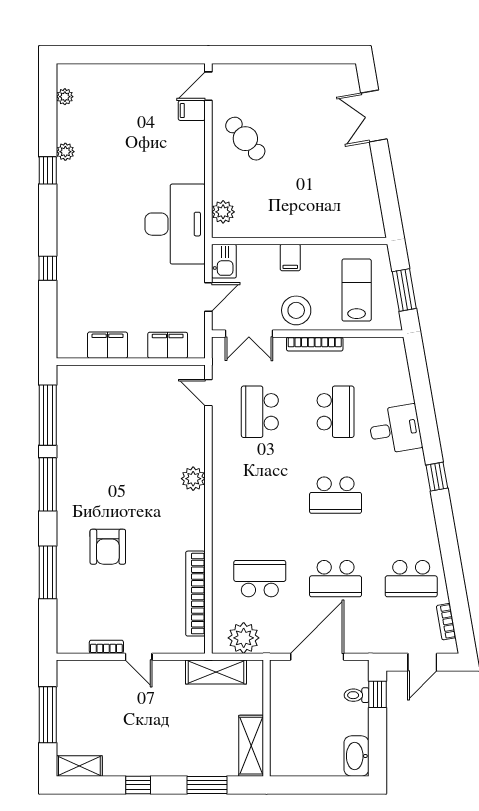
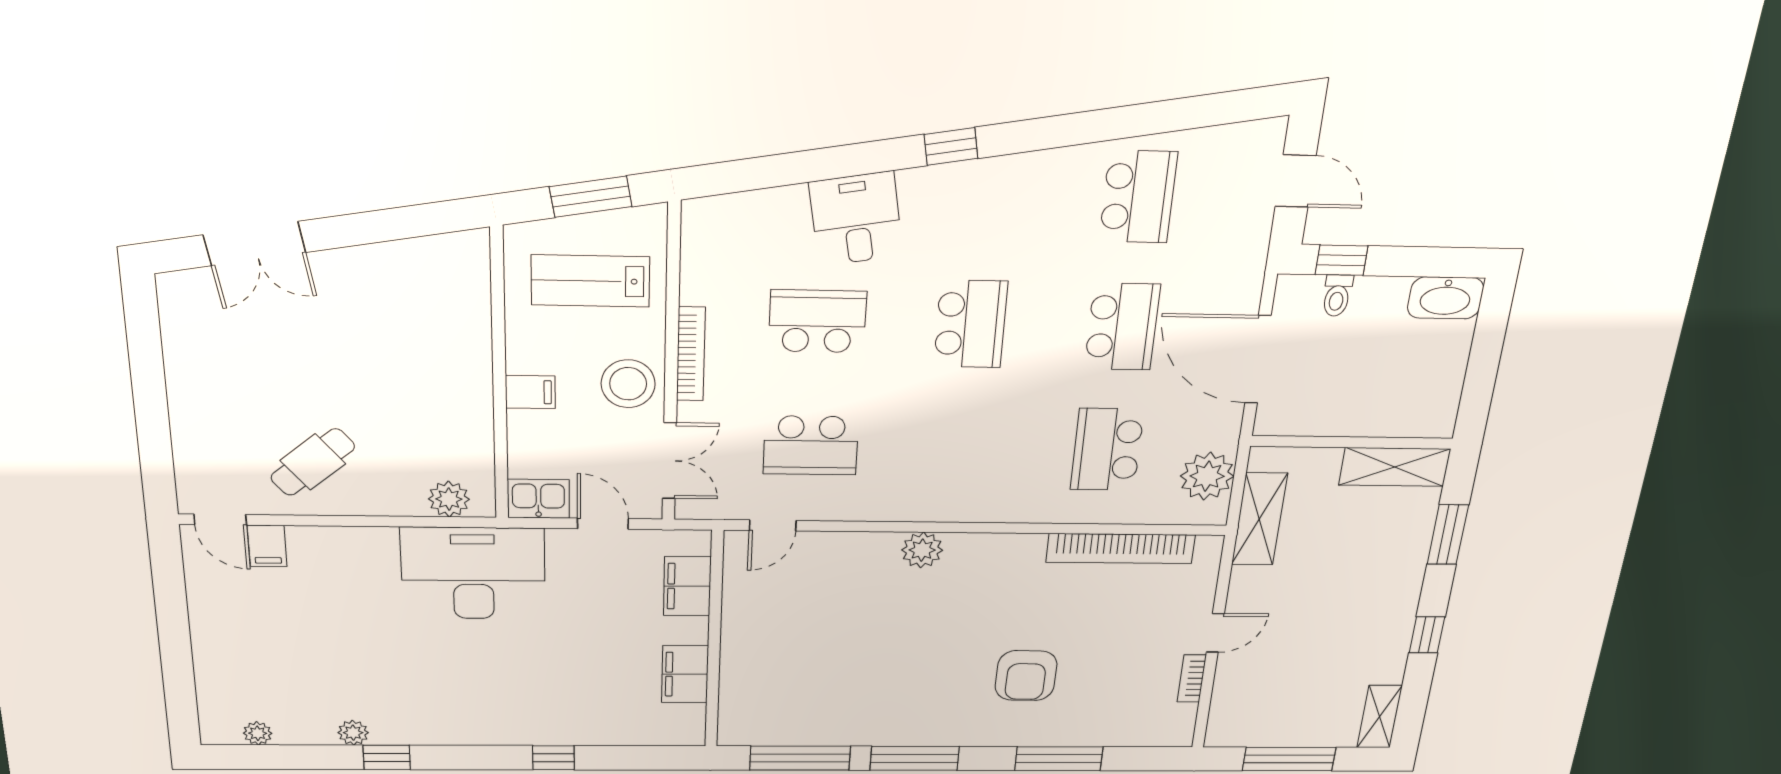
armchair: (108, 547) -> (1026, 676), turned 91
bookcase: (446, 622) -> (1227, 136), removed

